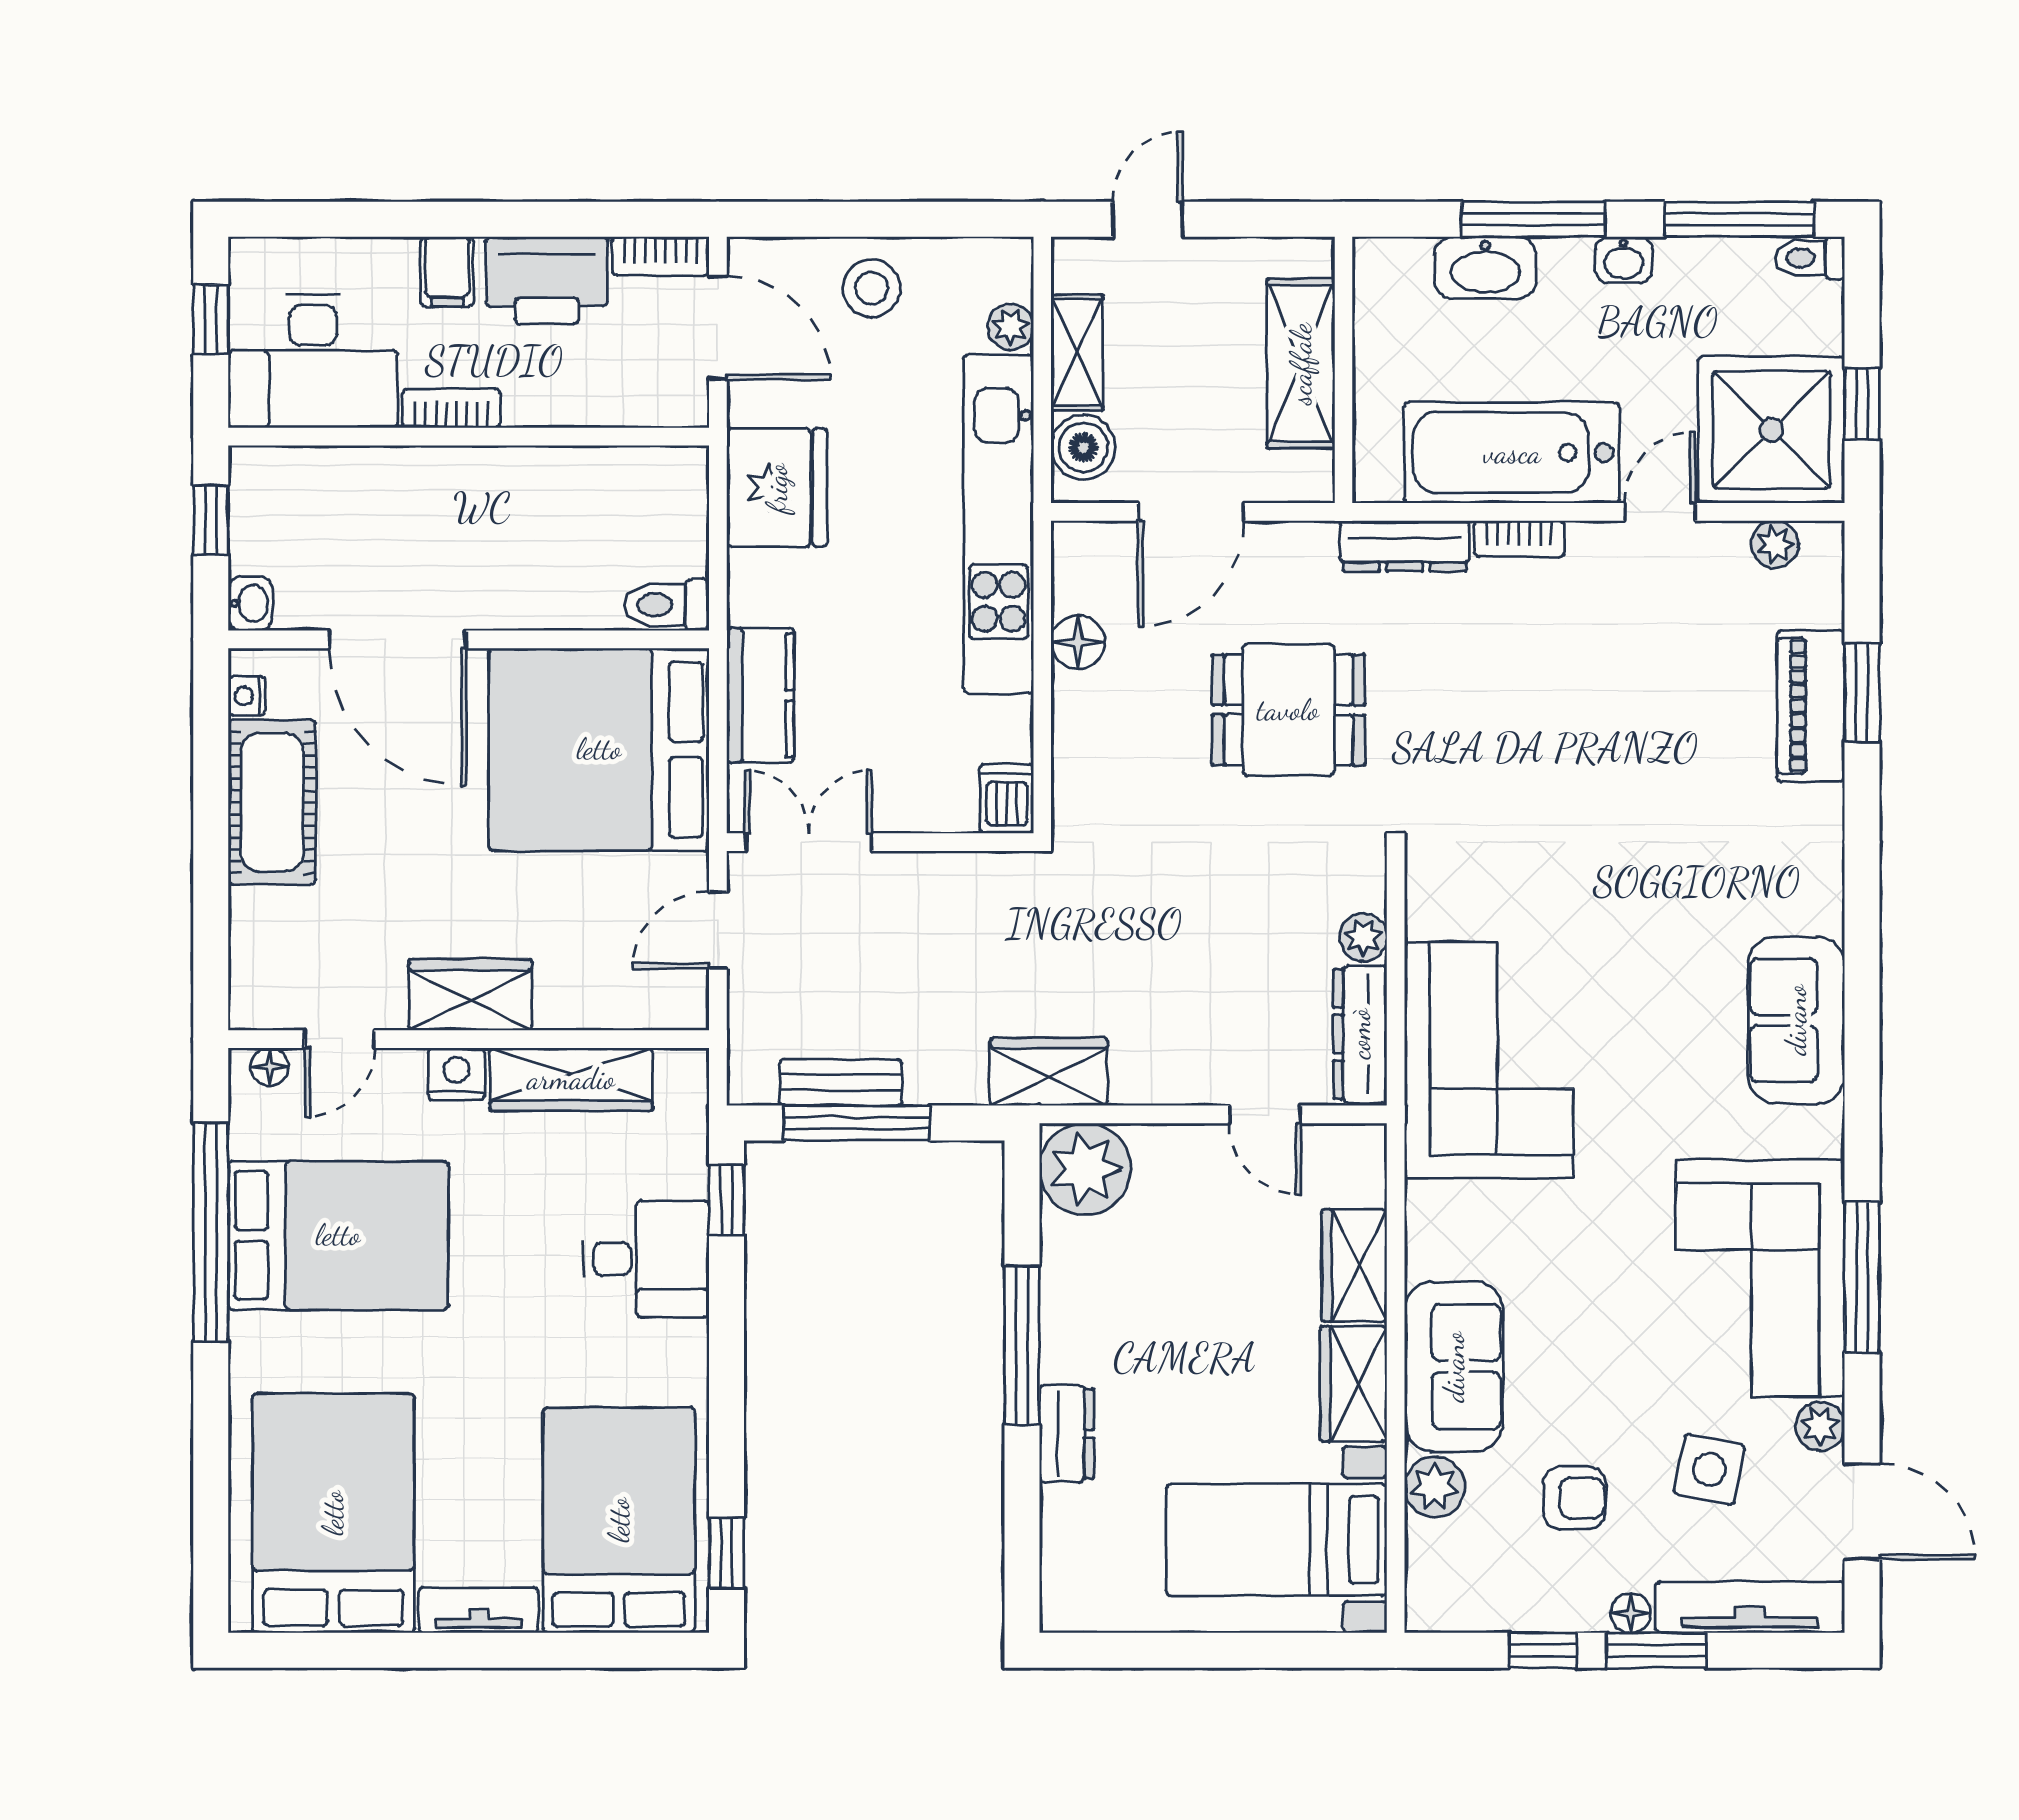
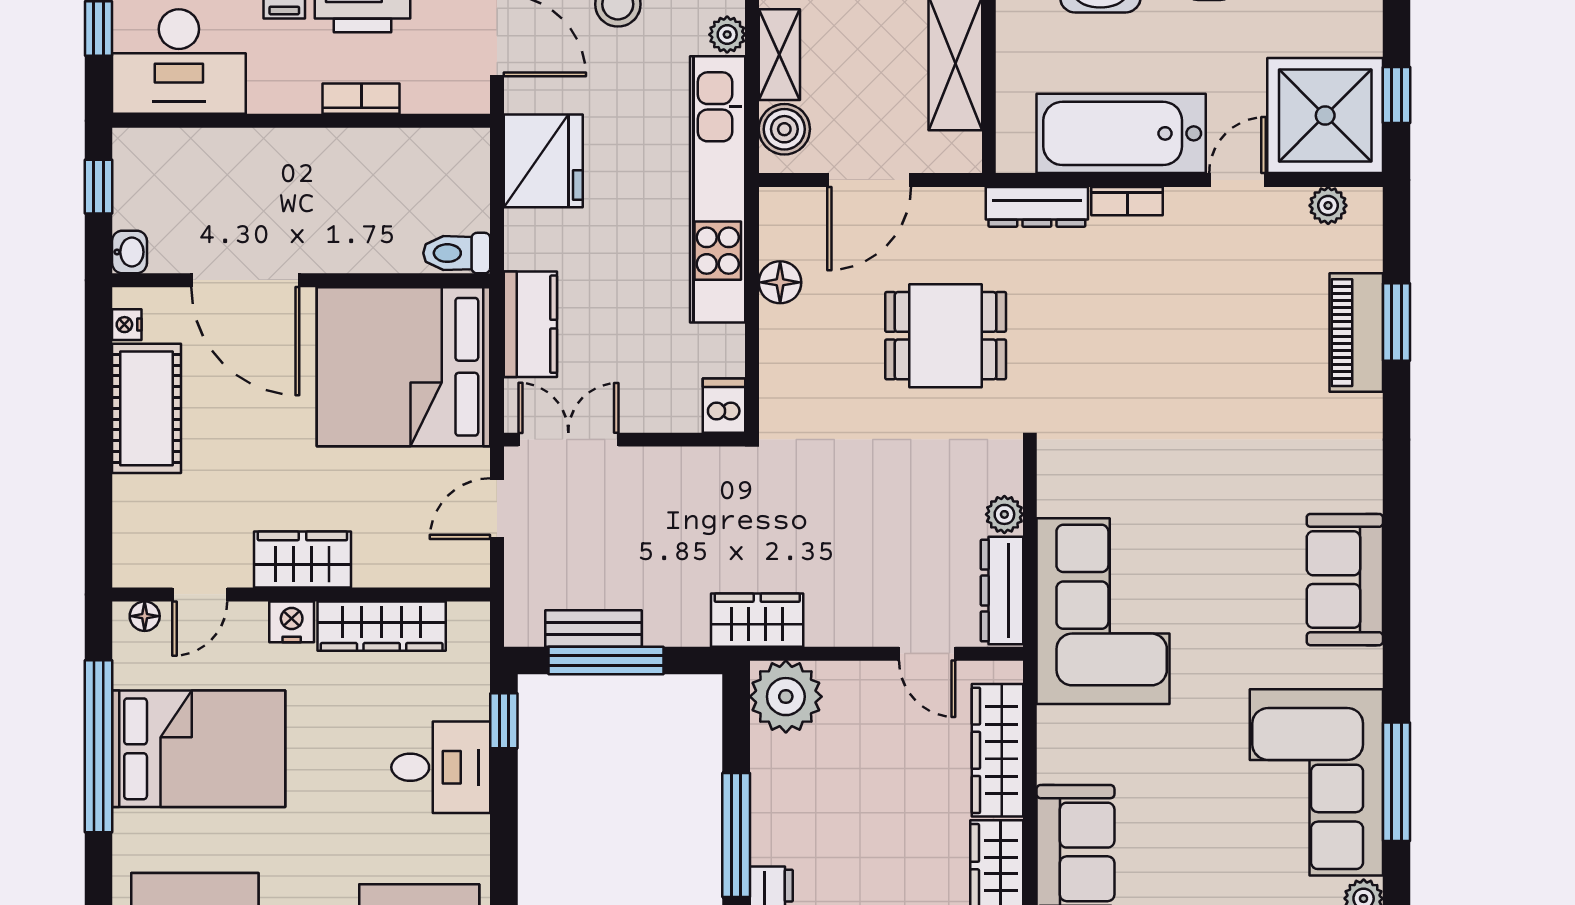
bookcase: (451, 408) -> (361, 99), moved
wardrobe: (1354, 1265) -> (997, 750), width x1.50

